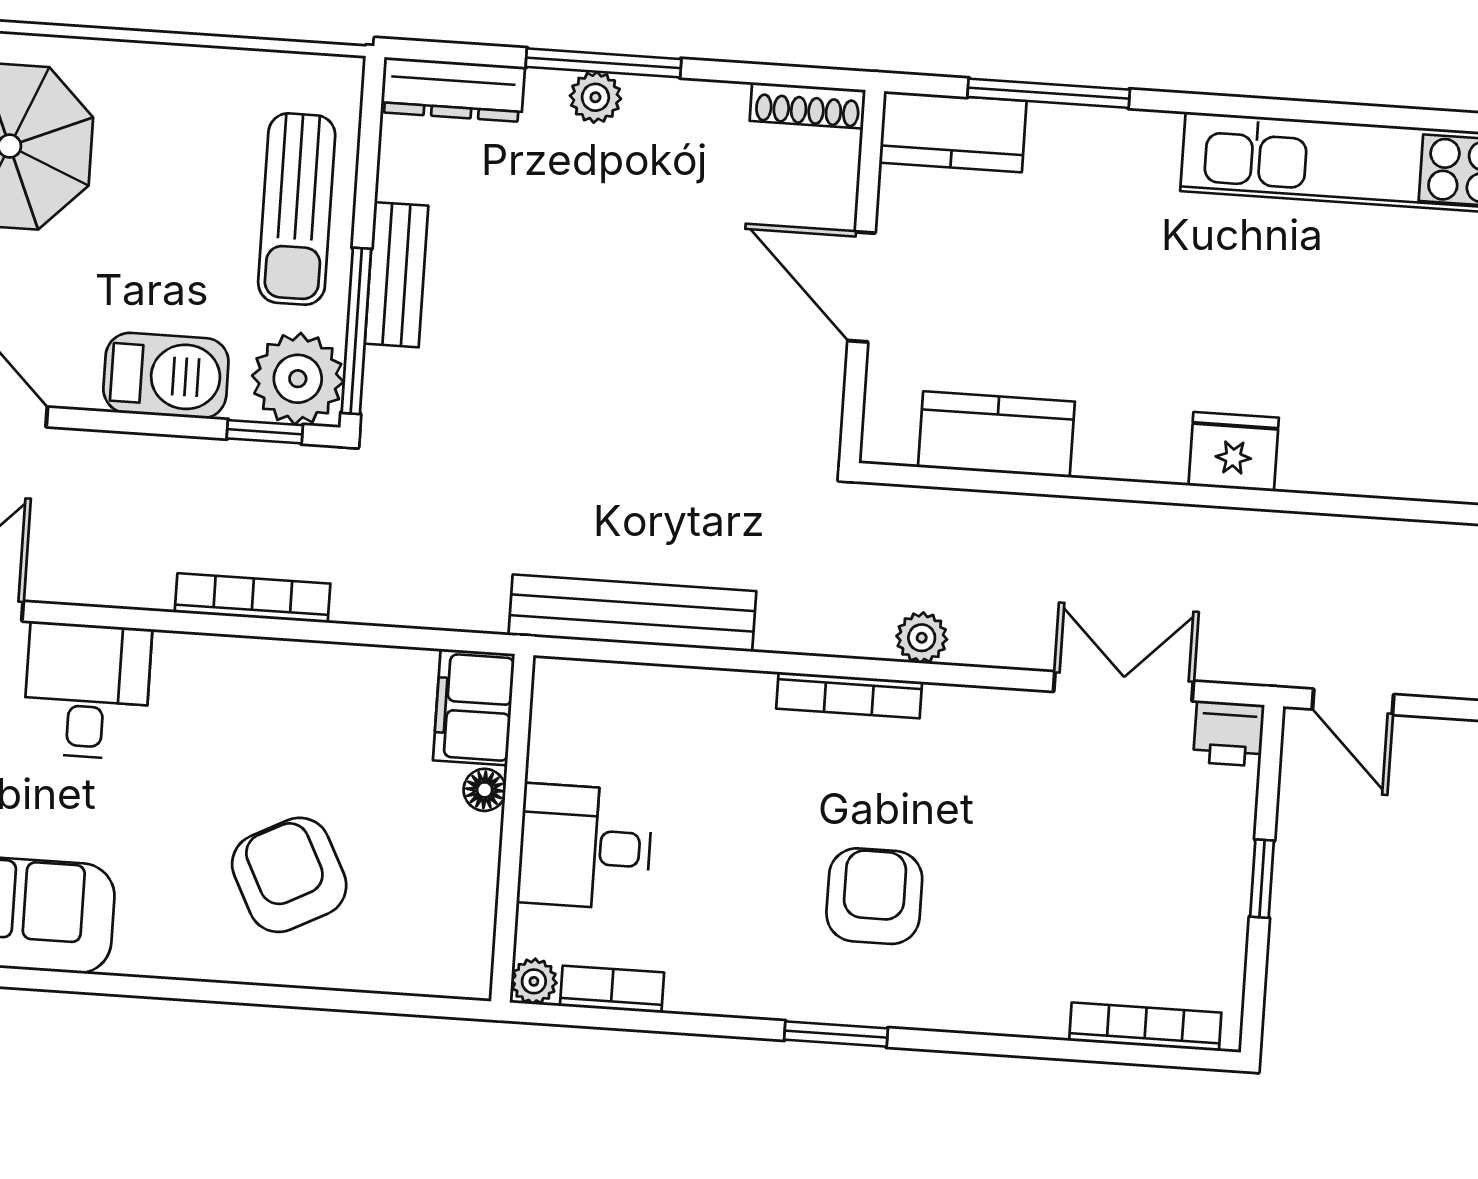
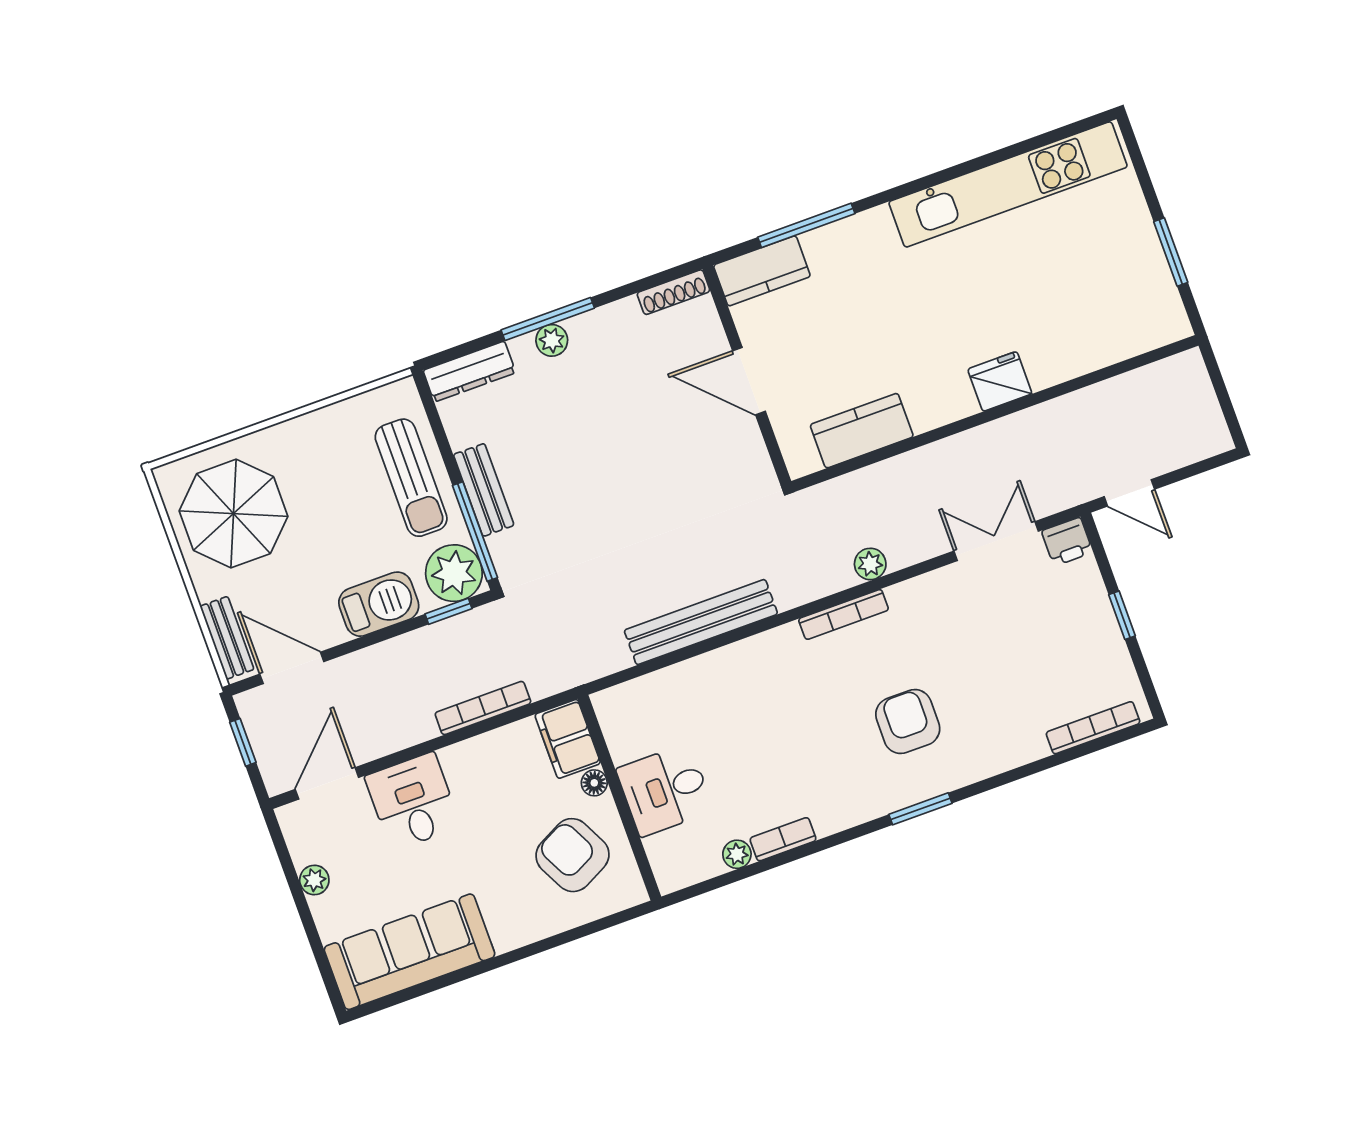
filing cabinet: (474, 707) -> (568, 739), moved
floor lamp: (485, 790) -> (594, 783), moved
wall: (512, 828) -> (619, 798), moved
desk: (585, 847) -> (665, 790), moved

